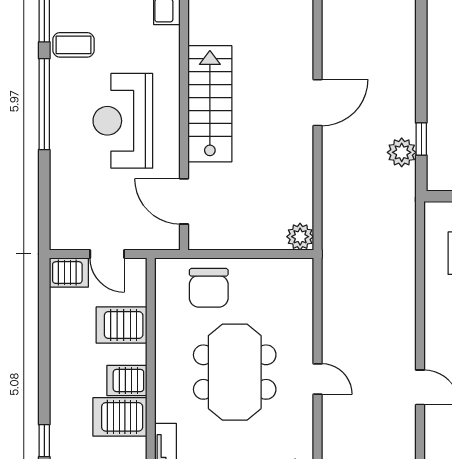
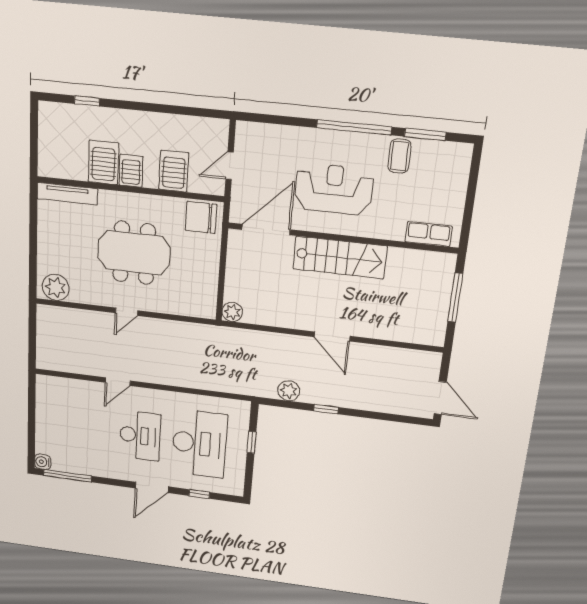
window: (421, 139) -> (326, 409), moved
door: (184, 201) -> (266, 230), width x1.36
server rack: (69, 273) -> (217, 134), removed
chair: (209, 288) -> (201, 217), moved

